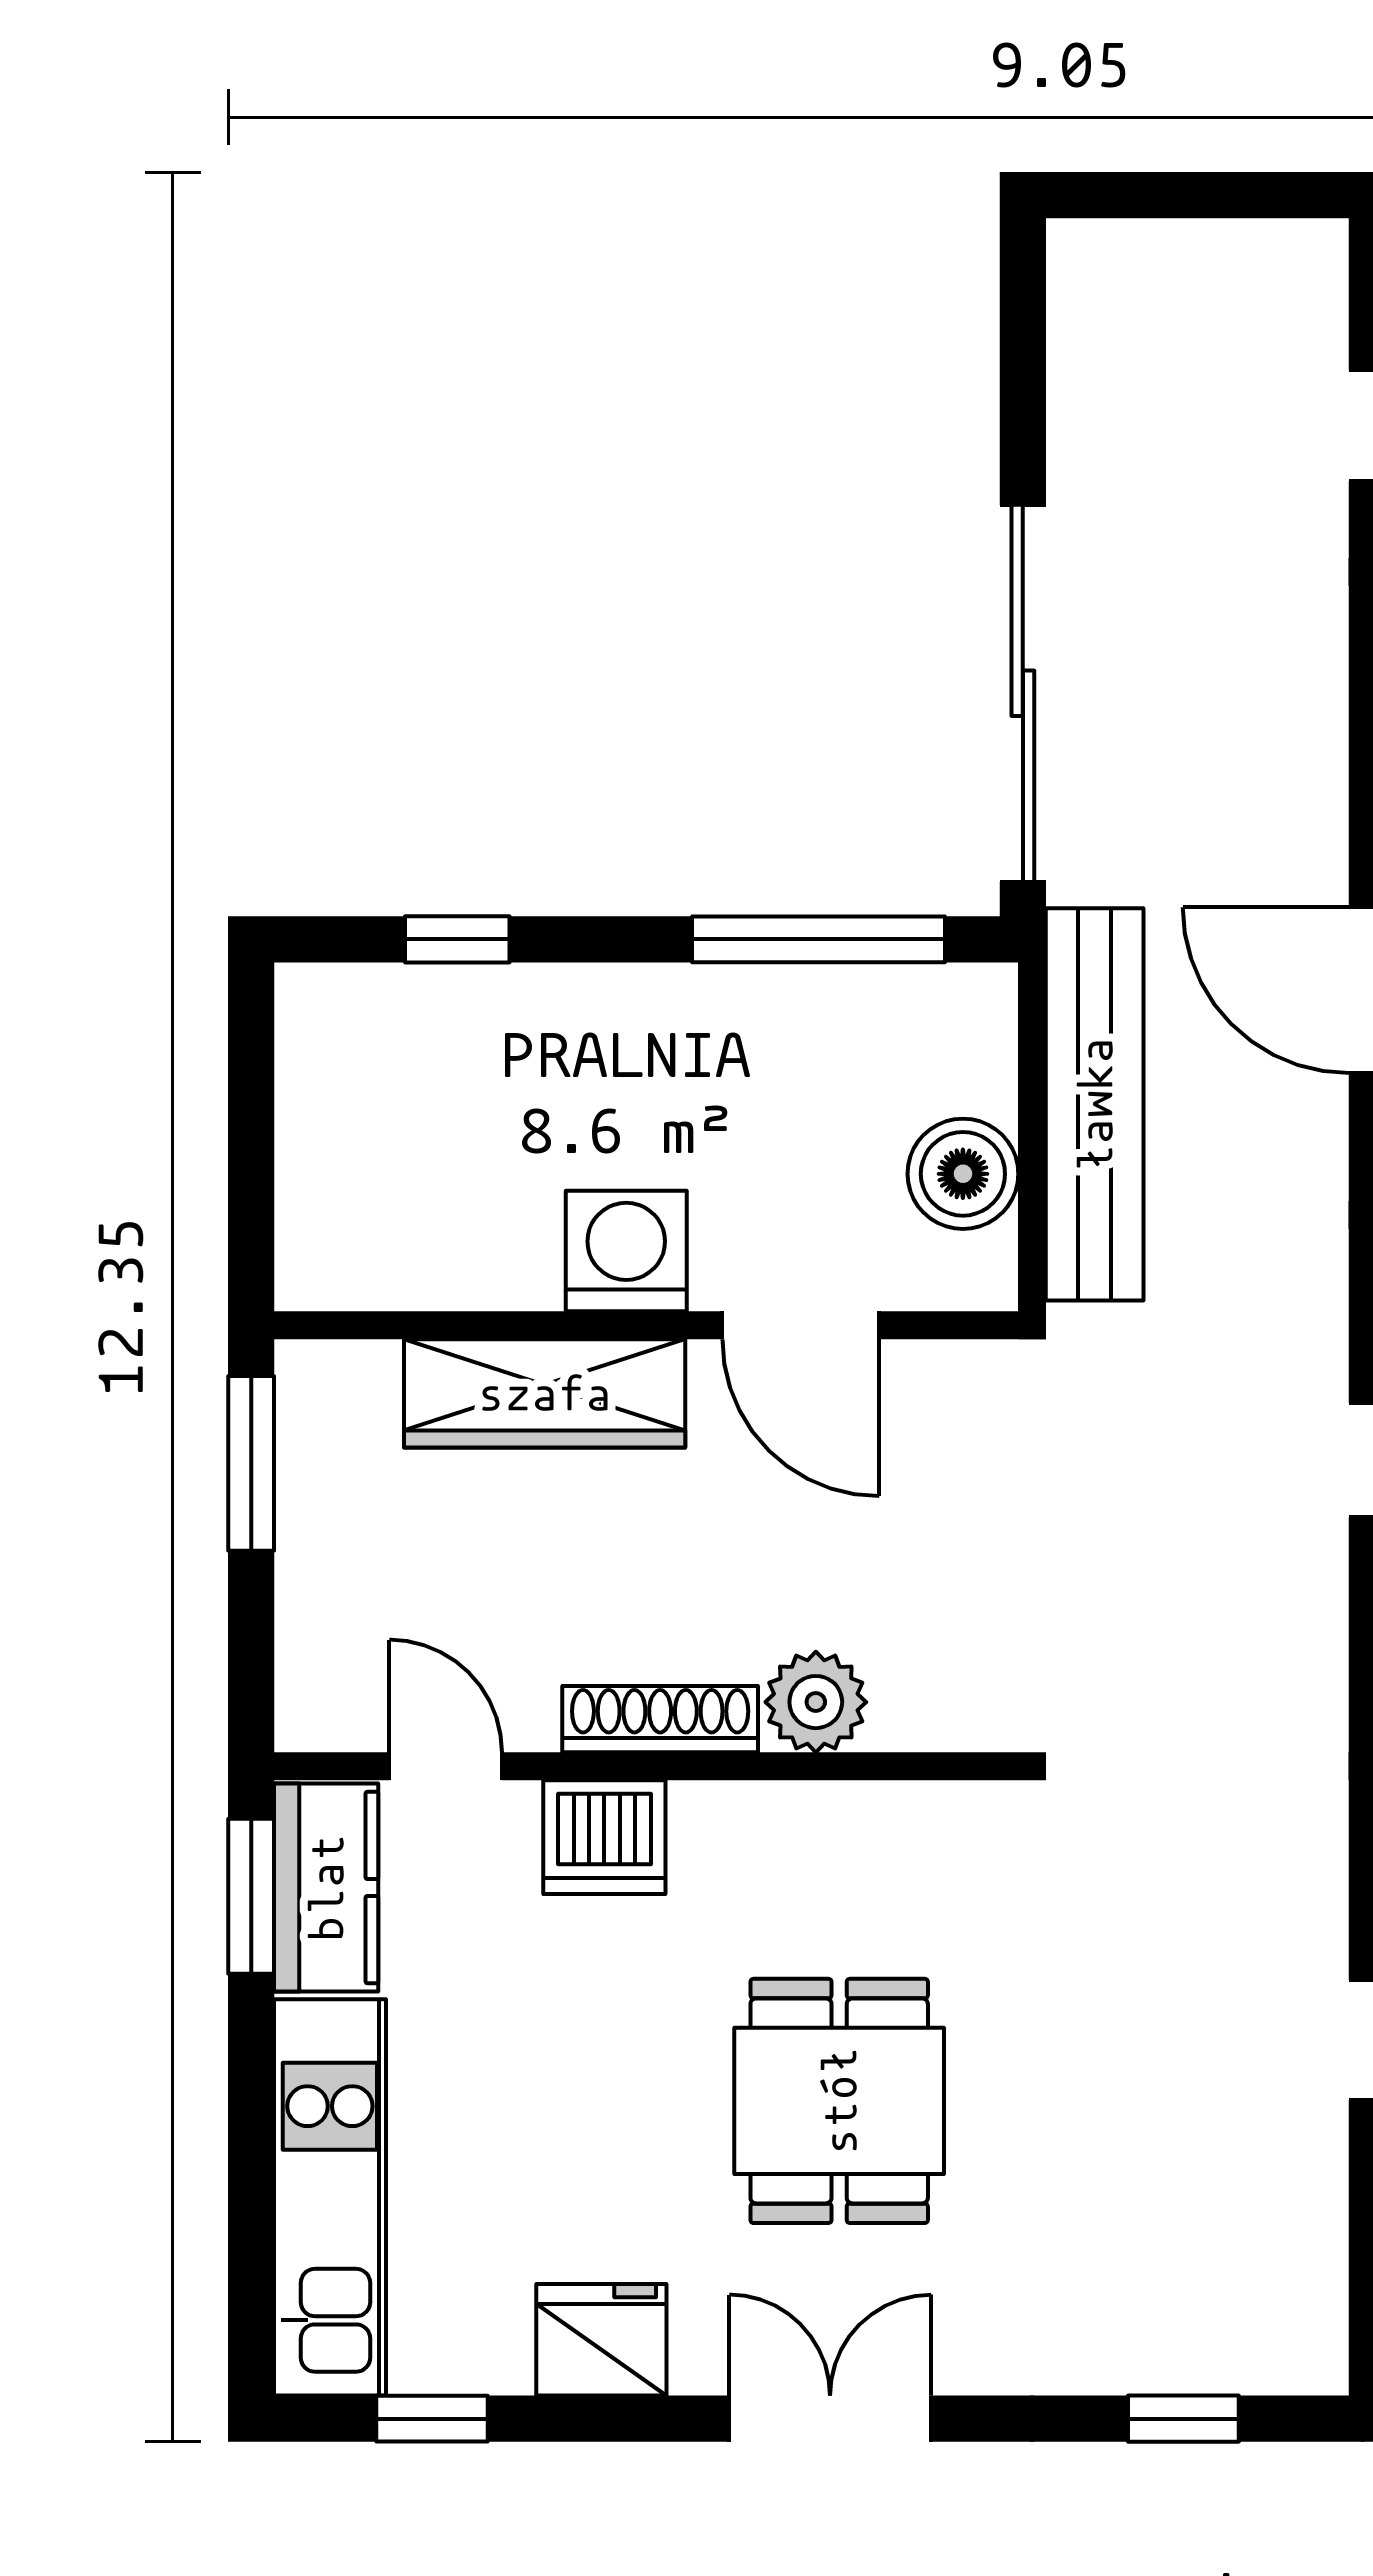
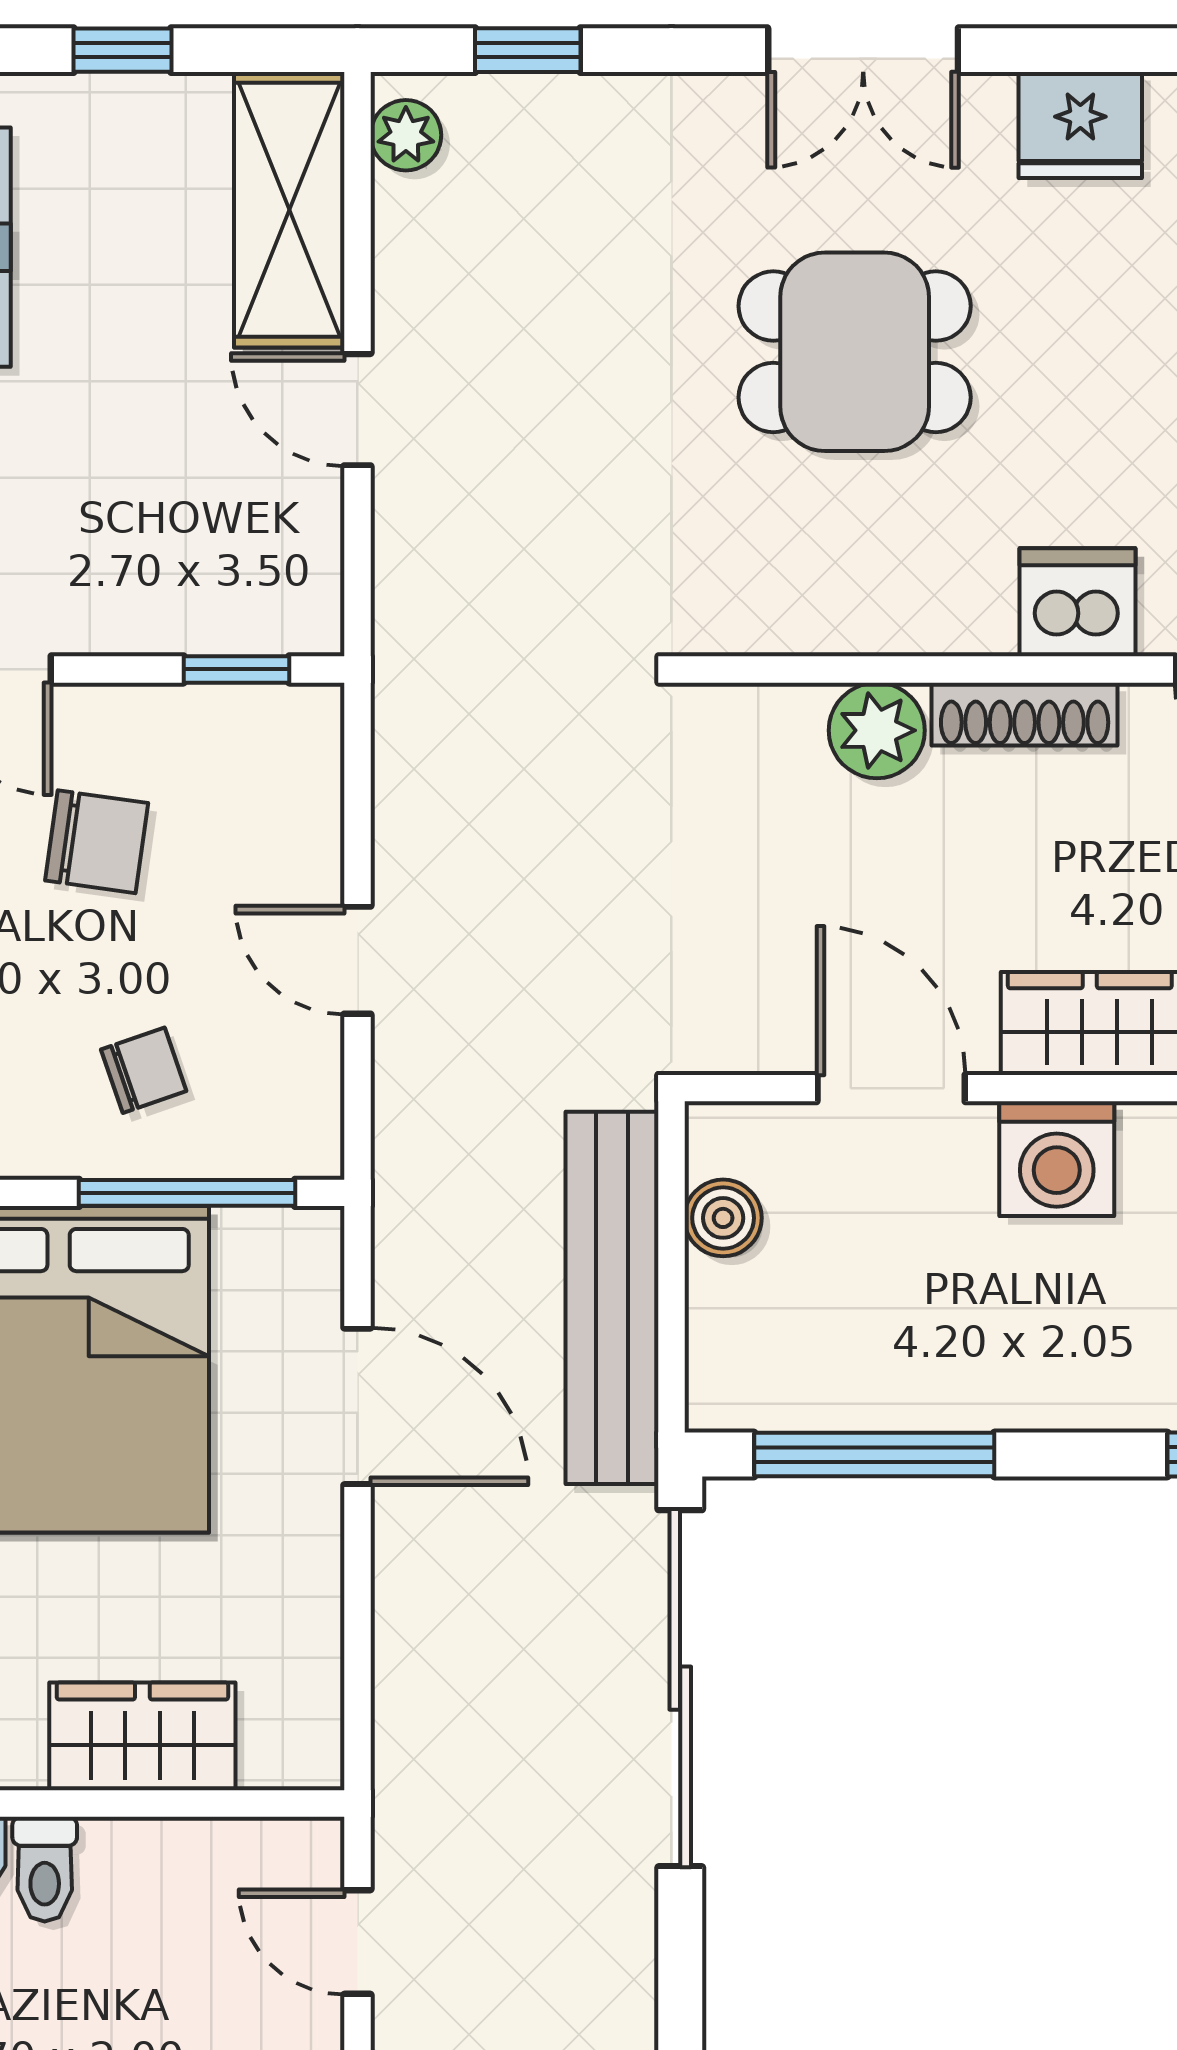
boiler: (963, 1174) -> (723, 1218), width x0.73, depth x0.73
dining table: (839, 2101) -> (855, 352), turned 90
plant: (1312, 2329) -> (406, 135), added

